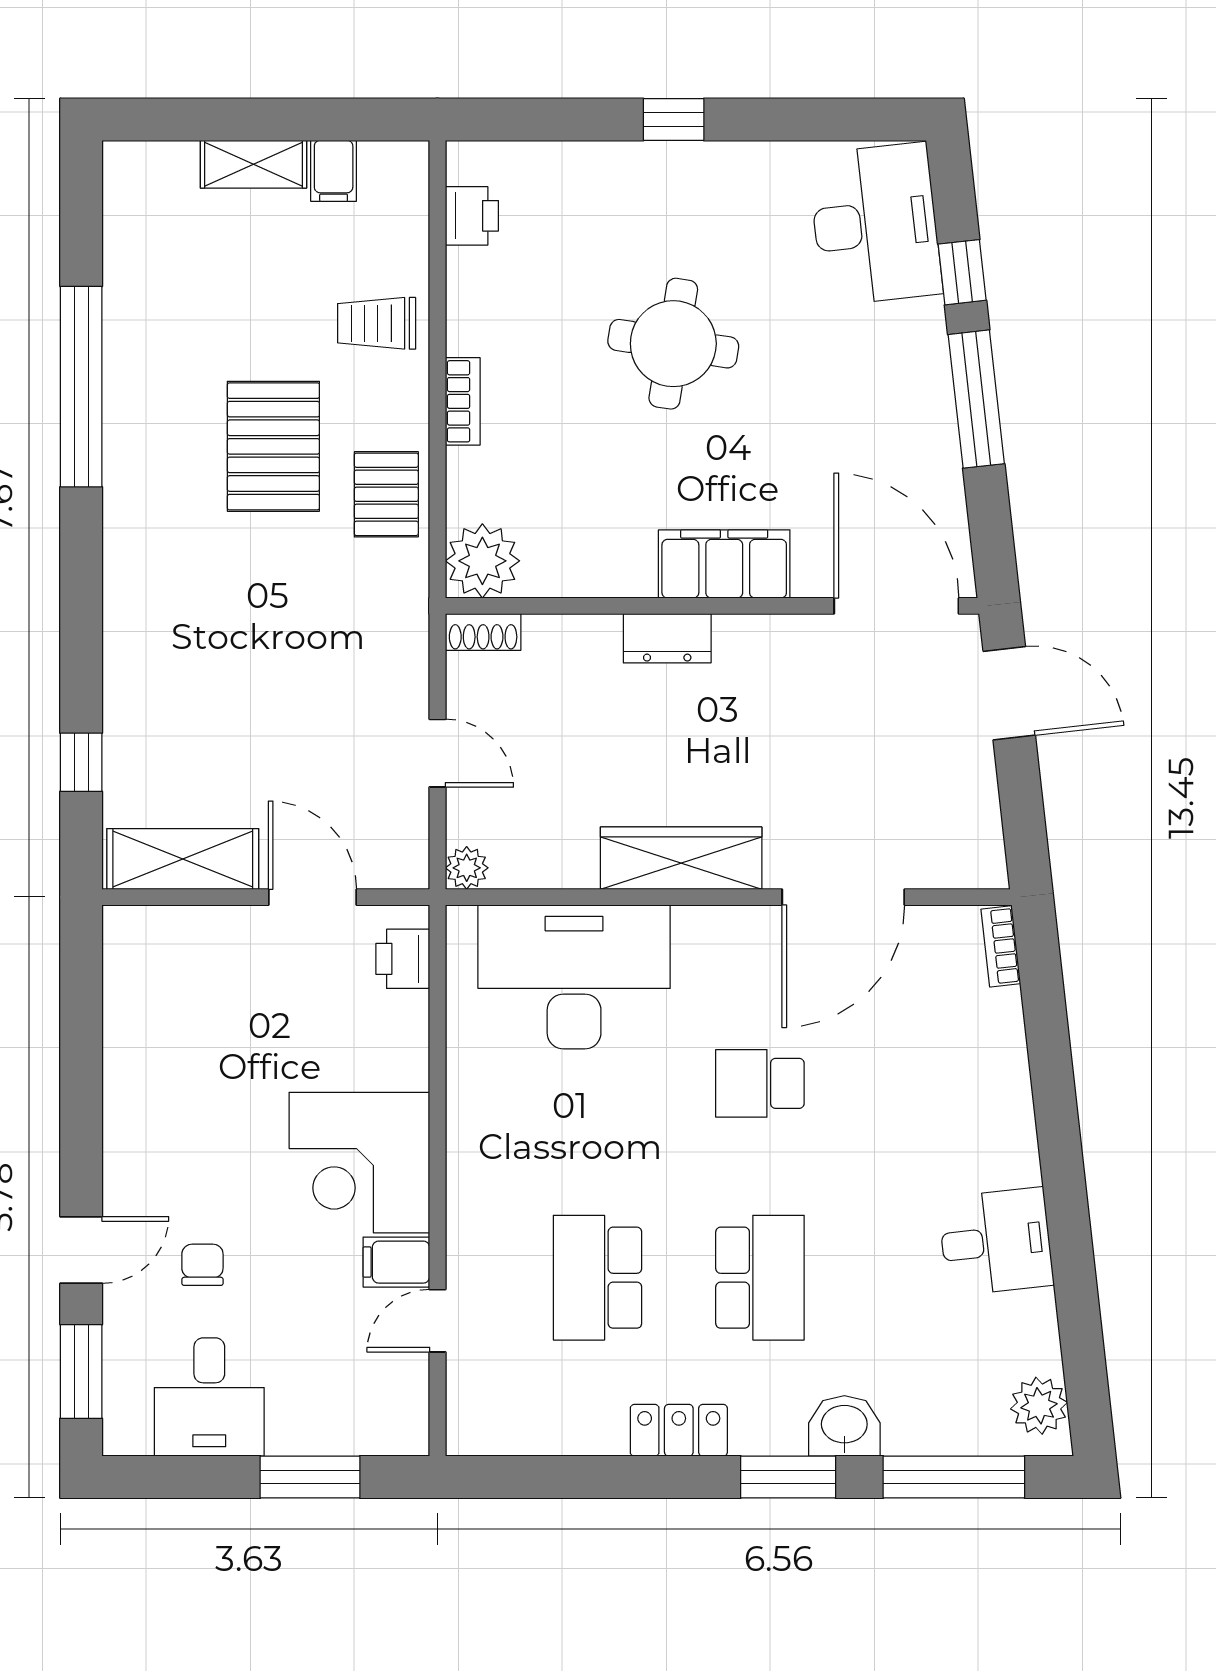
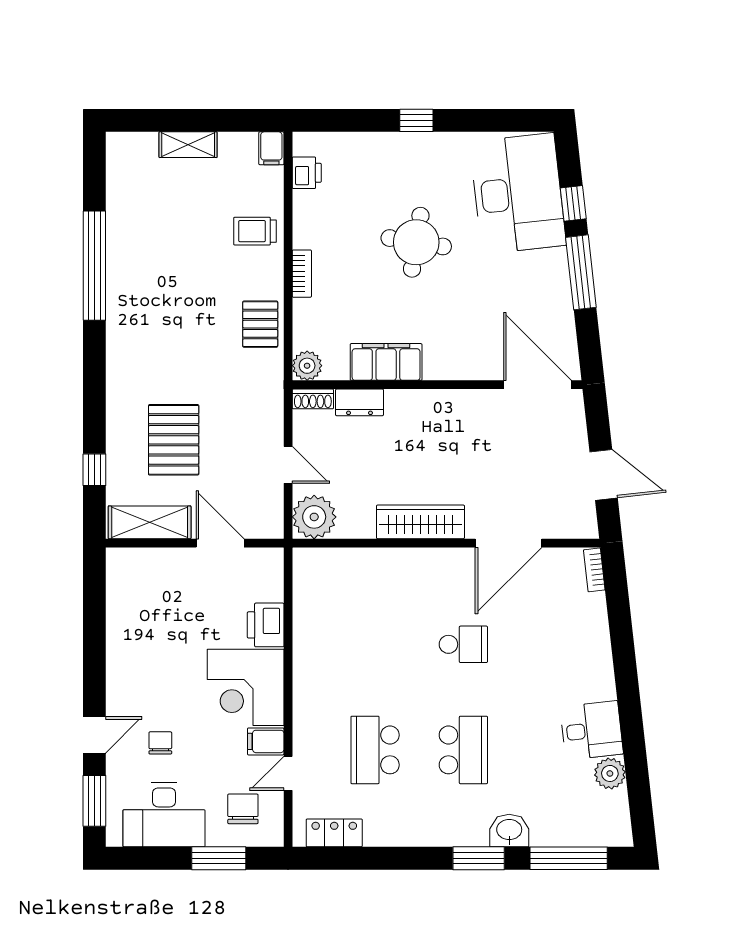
filing cabinet: (334, 171) -> (271, 148), moved
desk: (875, 224) -> (518, 193), width x1.36, depth x1.30
pallet: (273, 446) -> (174, 440), moved
plant: (482, 561) -> (307, 366), width x0.73, depth x0.73
filing cabinet: (724, 564) -> (386, 362), moved
dresser: (667, 638) -> (360, 402), moved
door: (1009, 693) -> (604, 475), moved
plant: (467, 868) -> (314, 517), width x1.87, depth x1.87
printer: (403, 959) -> (266, 625), moved, width x1.36, depth x1.24
desk: (574, 977) -> (362, 586), removed
school desk: (760, 1083) -> (463, 644), turned 180
chair: (354, 1386) -> (243, 809), added
desk: (209, 1397) -> (164, 815), width x1.37
plant: (1039, 1406) -> (610, 773), moved
locker: (679, 1430) -> (334, 833), moved

